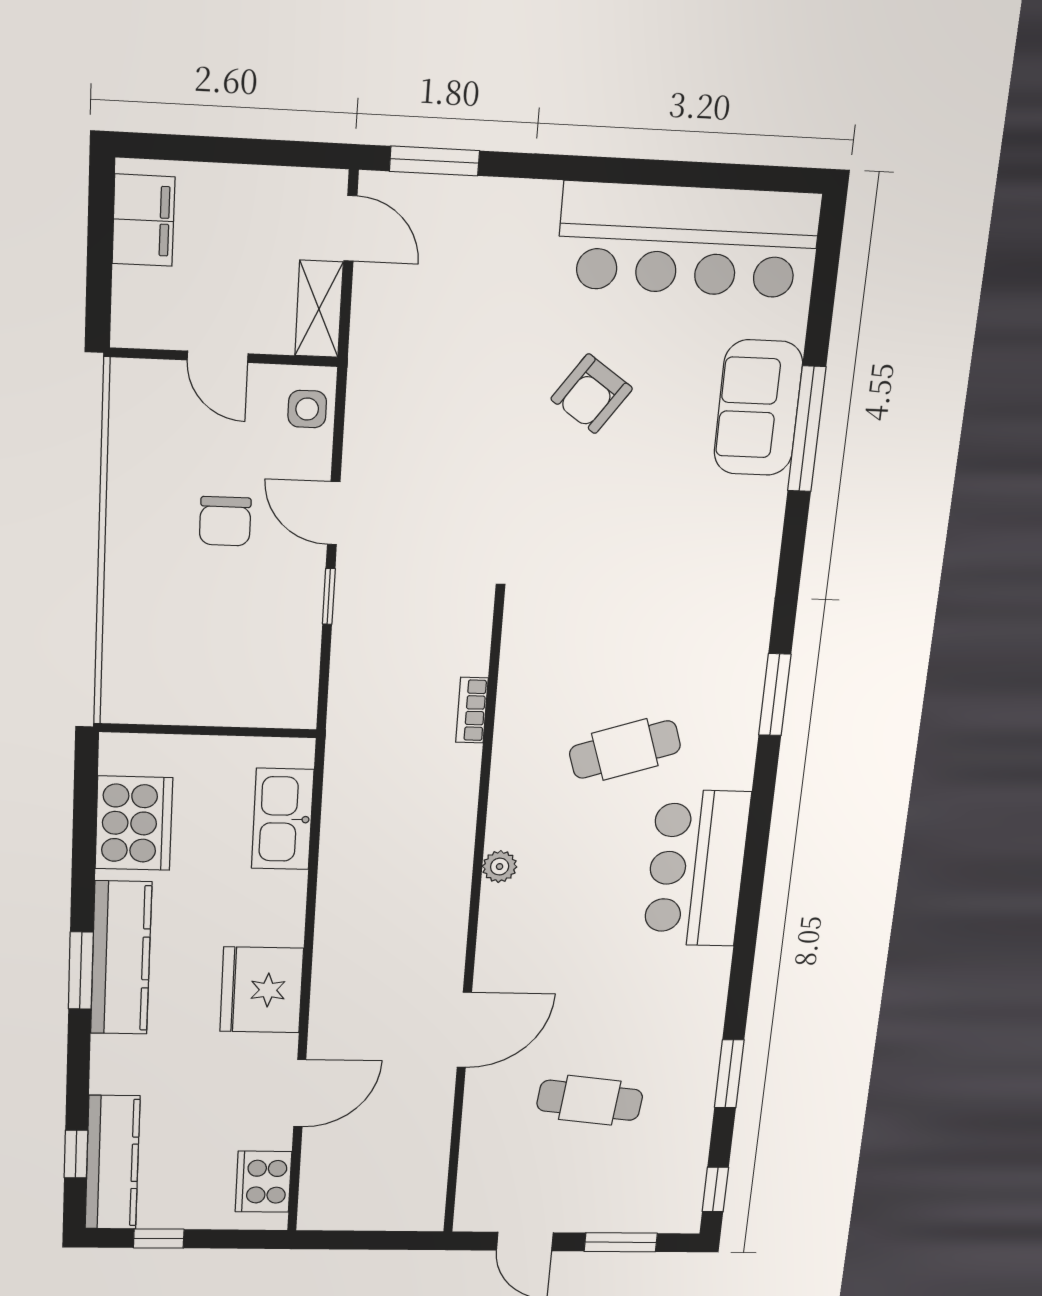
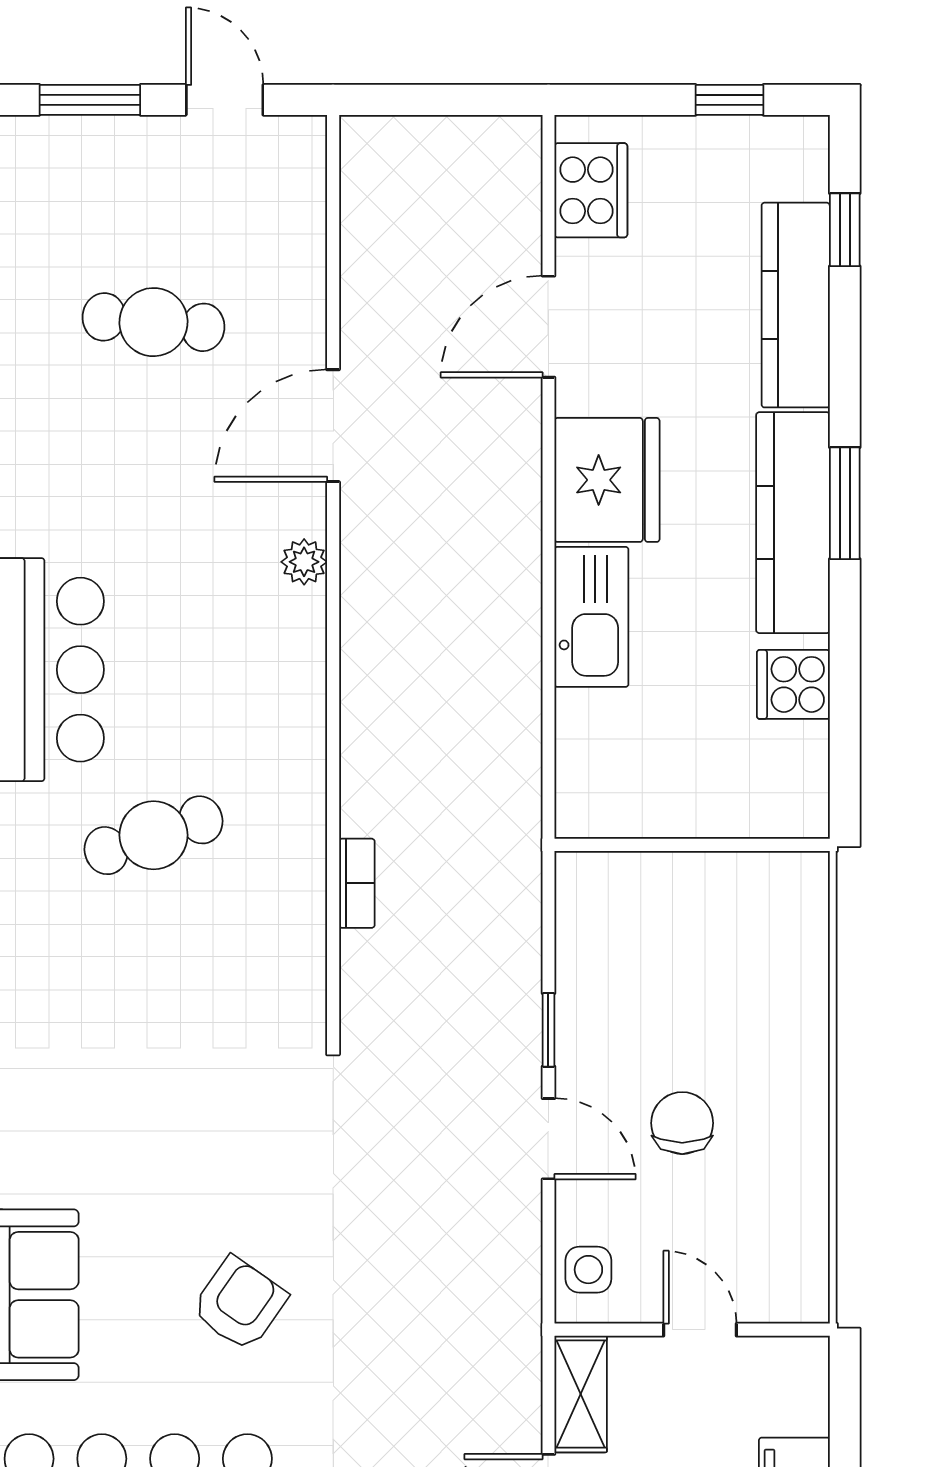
kitchen sink: (283, 819) -> (591, 617), moved
cooker: (134, 823) -> (793, 684), width x0.53, depth x0.76
plant: (500, 867) -> (304, 562), moved
kitchen counter: (112, 1163) -> (796, 305), moved

